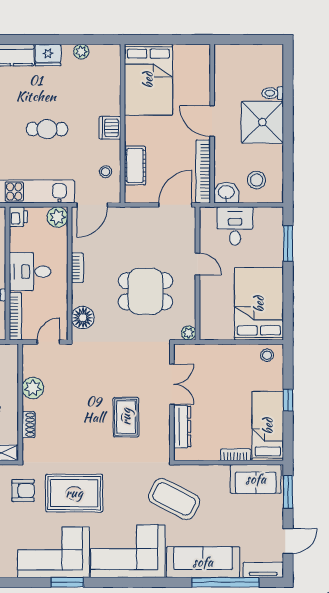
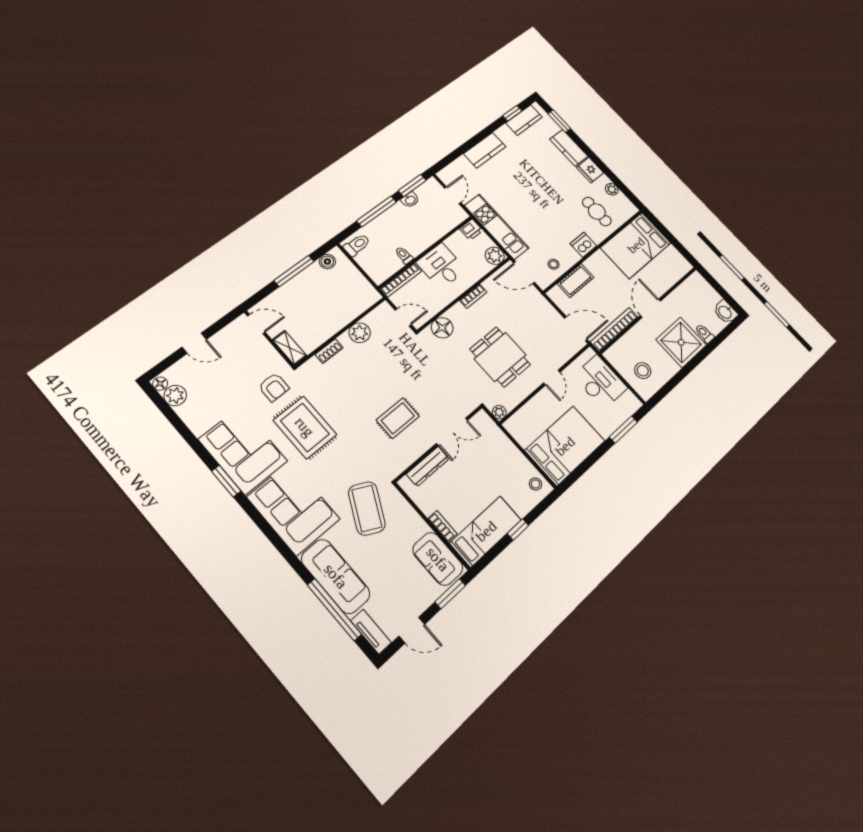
cafe table: (47, 129) -> (597, 212), moved
washbasin: (226, 193) -> (725, 312), moved, turned 180
desk: (235, 226) -> (600, 382), width x1.37

